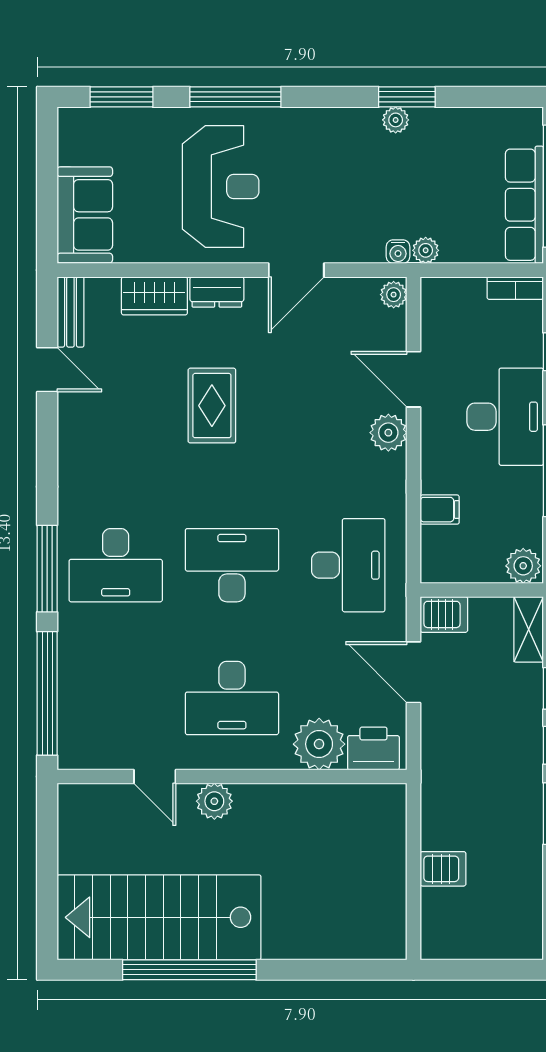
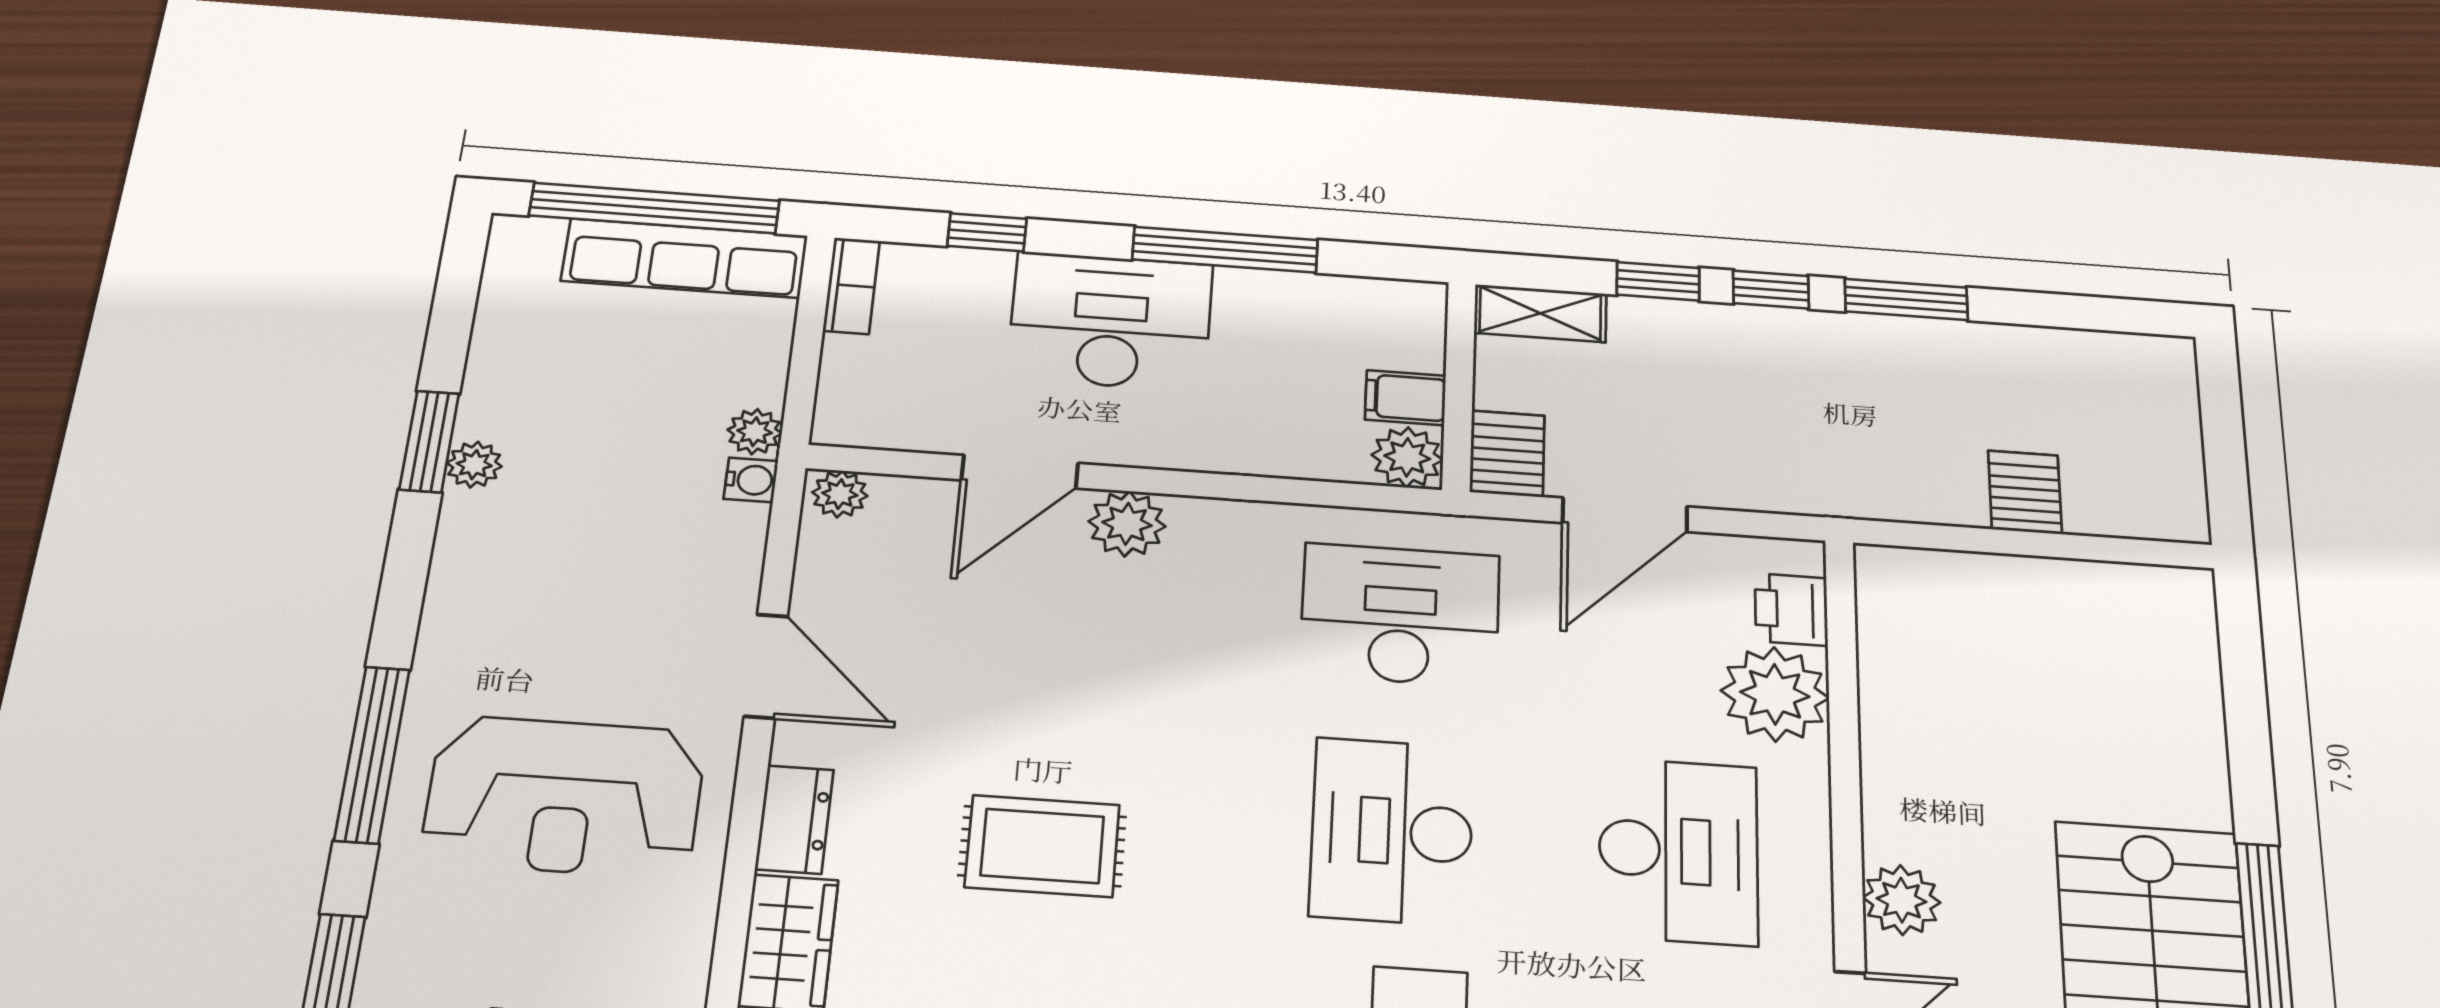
reception desk: (221, 186) -> (564, 796), turned 180
filing cabinet: (440, 510) -> (1405, 398), moved, turned -90
plant: (523, 566) -> (1407, 457), moved
printer: (373, 748) -> (1791, 610), width x0.73, depth x0.81

